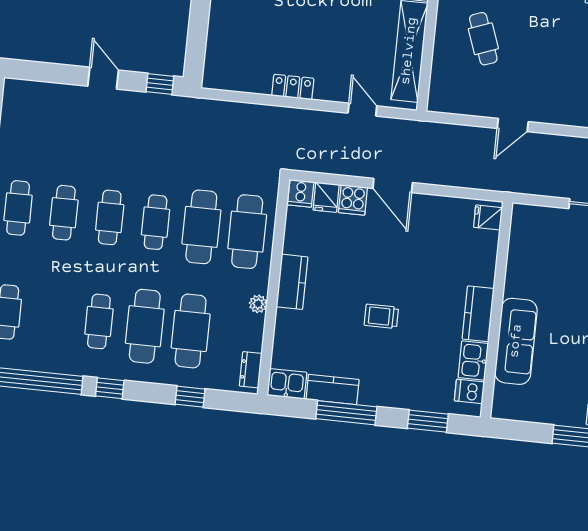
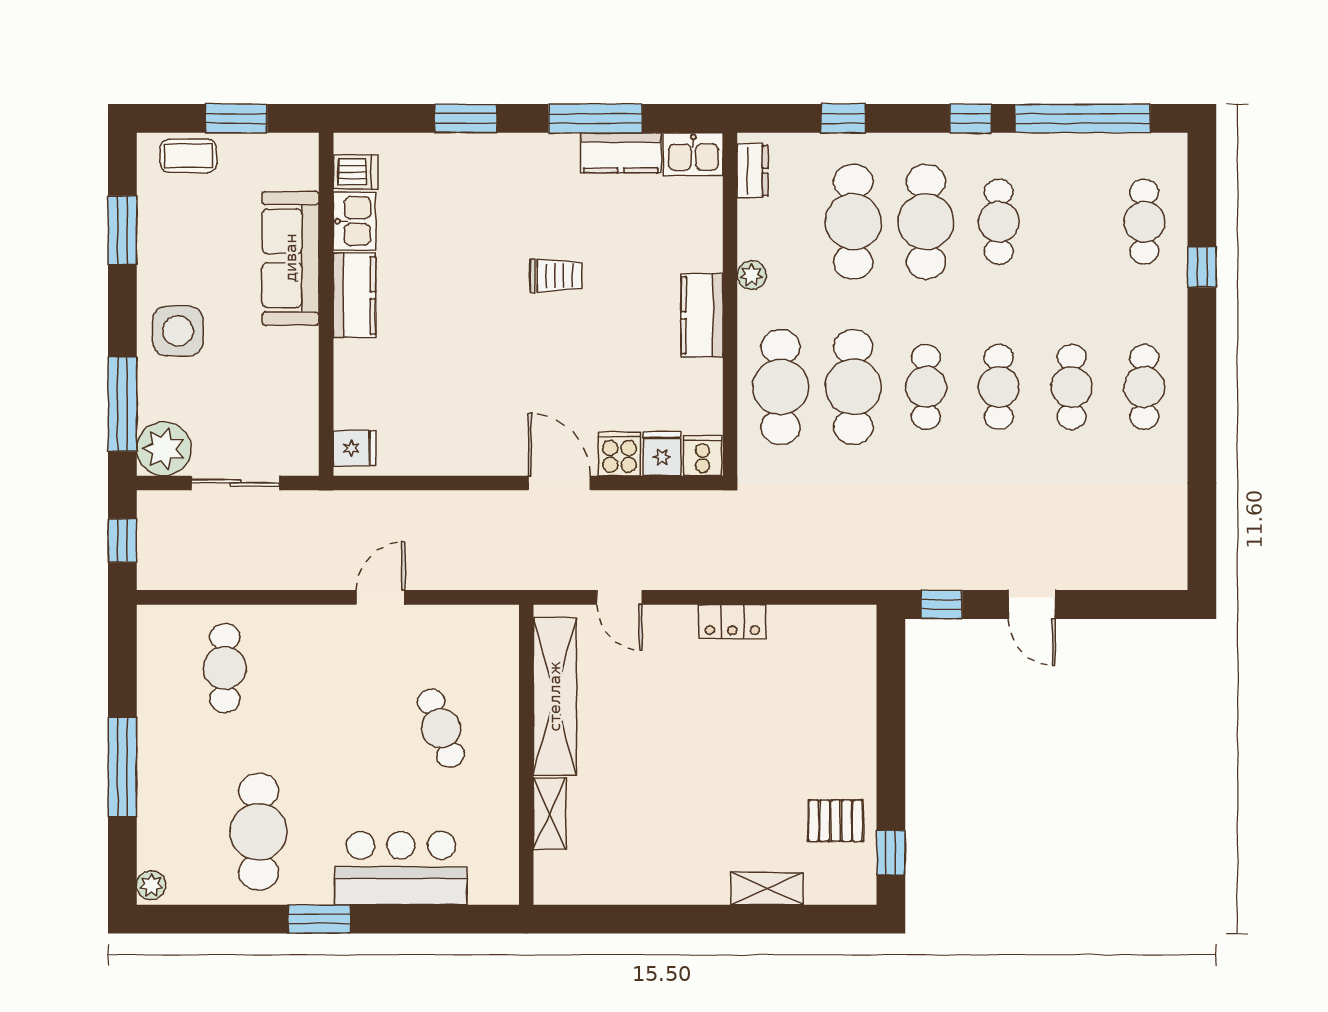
fridge: (488, 217) -> (355, 448), moved
wall: (496, 310) -> (326, 304), moved
kitchen counter: (478, 314) -> (354, 295), moved
sofa: (516, 341) -> (291, 258), moved
kitchen sink: (473, 360) -> (354, 221), moved
dishwasher: (469, 391) -> (355, 172), moved

